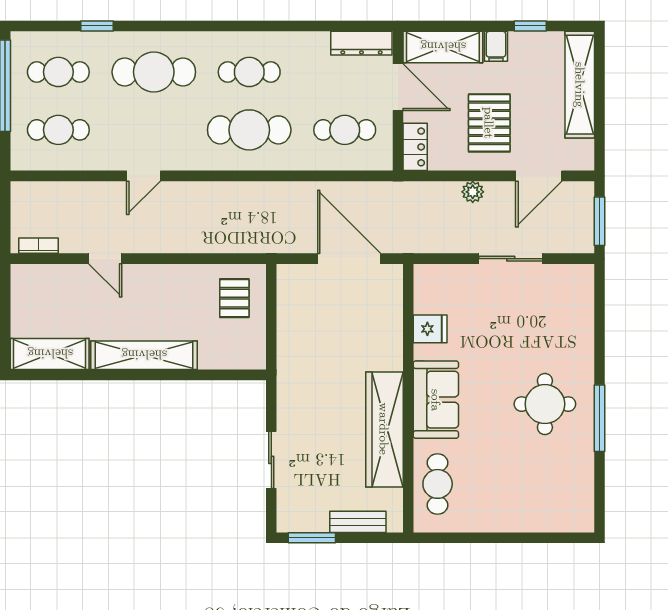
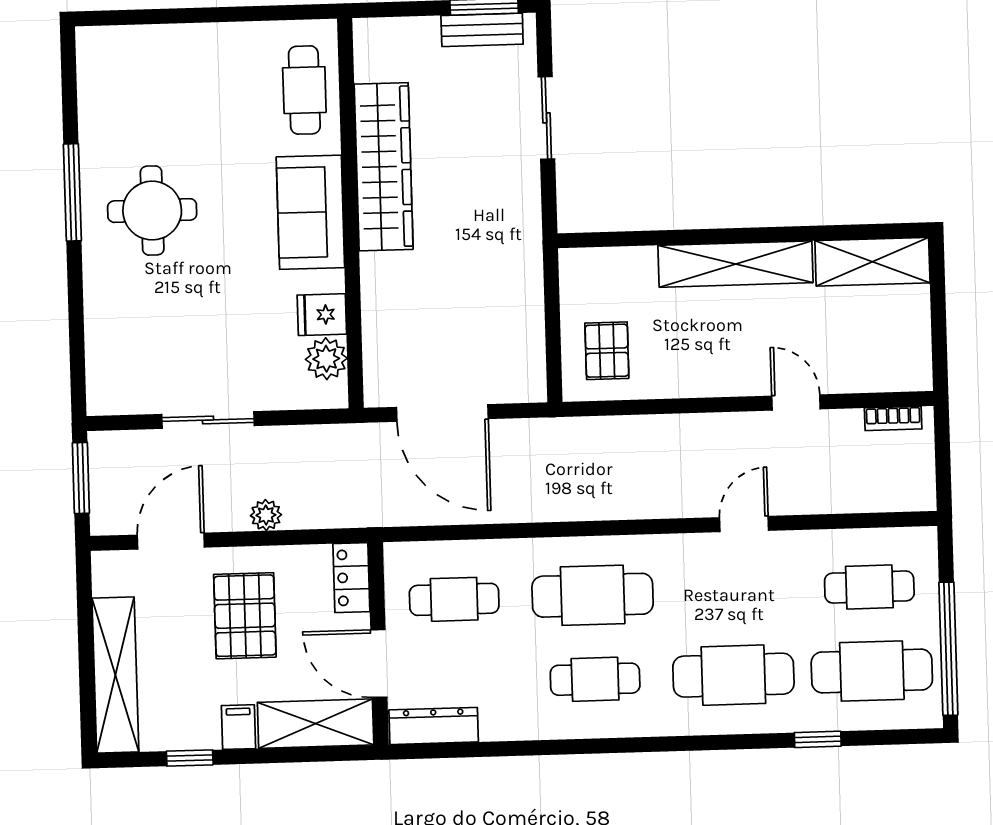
cafe table: (58, 72) -> (872, 671), width x1.37, depth x1.35
plant: (428, 298) -> (326, 359), added
bench: (358, 522) -> (482, 30), moved

